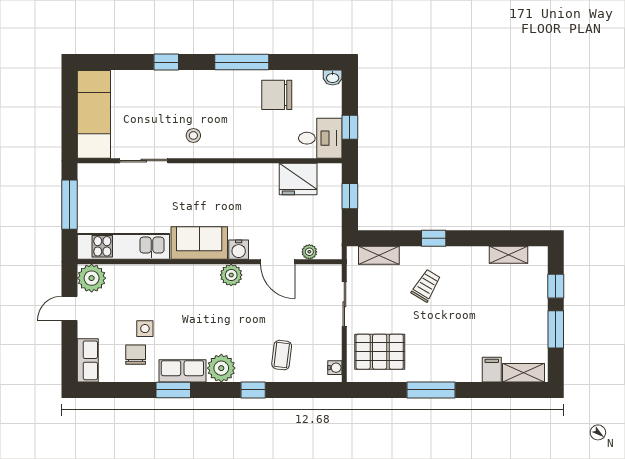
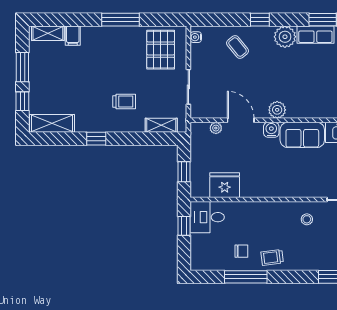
window: (242, 62) -> (246, 277), moved
washbasin: (333, 78) -> (198, 265), removed
trolley: (238, 87) -> (272, 257), added
chair: (277, 95) -> (241, 251), width x0.54, depth x0.54
window: (434, 238) -> (96, 139), moved
shelving: (509, 255) -> (52, 123), width x1.50, depth x1.33
trolley: (426, 286) -> (124, 102), turned -121
pallet: (380, 352) -> (161, 50), turned 90
coffee table: (282, 355) -> (238, 47), turned -46

